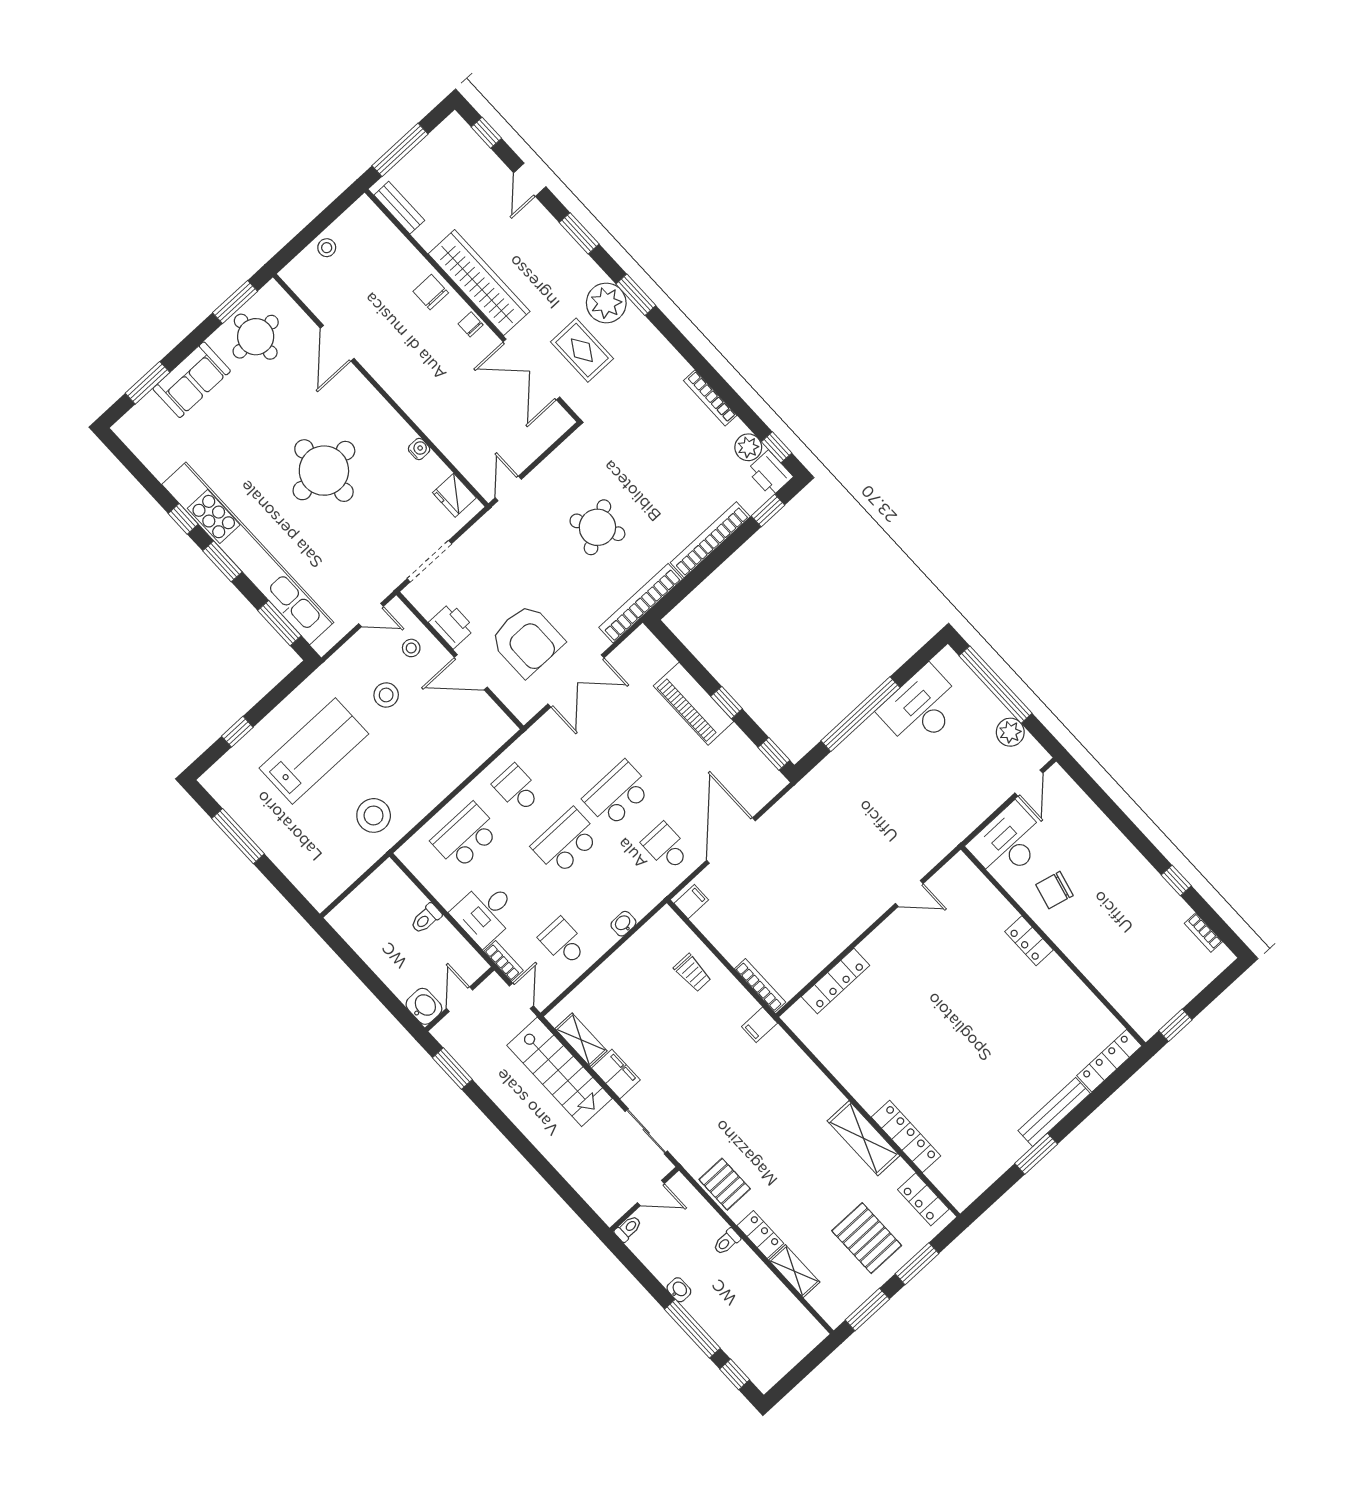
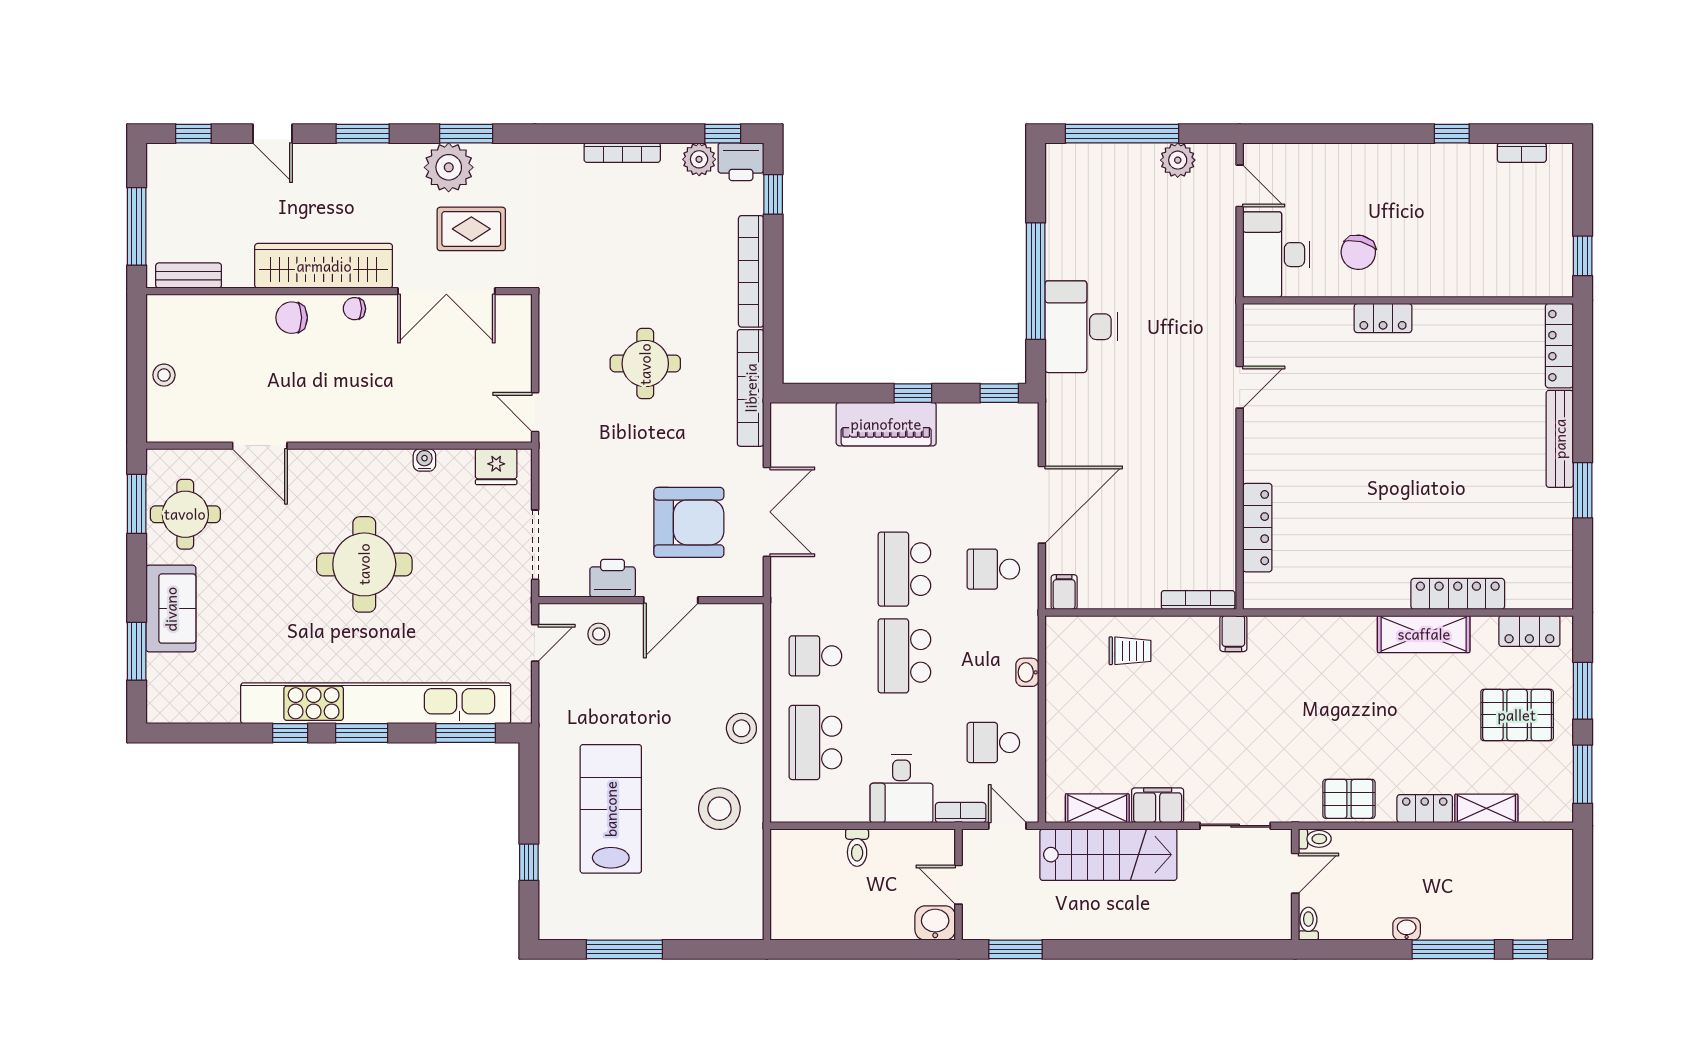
round table: (597, 527) -> (645, 364), turned 30
stool: (386, 695) -> (741, 728), moved
desk: (921, 708) -> (1081, 327), moved
door: (731, 840) -> (1042, 505), swing flipped
toilet: (727, 1242) -> (1315, 839), moved, turned -90

